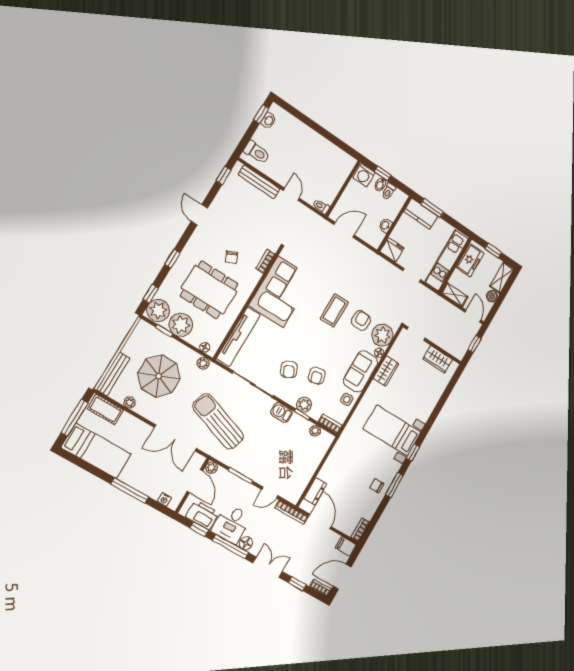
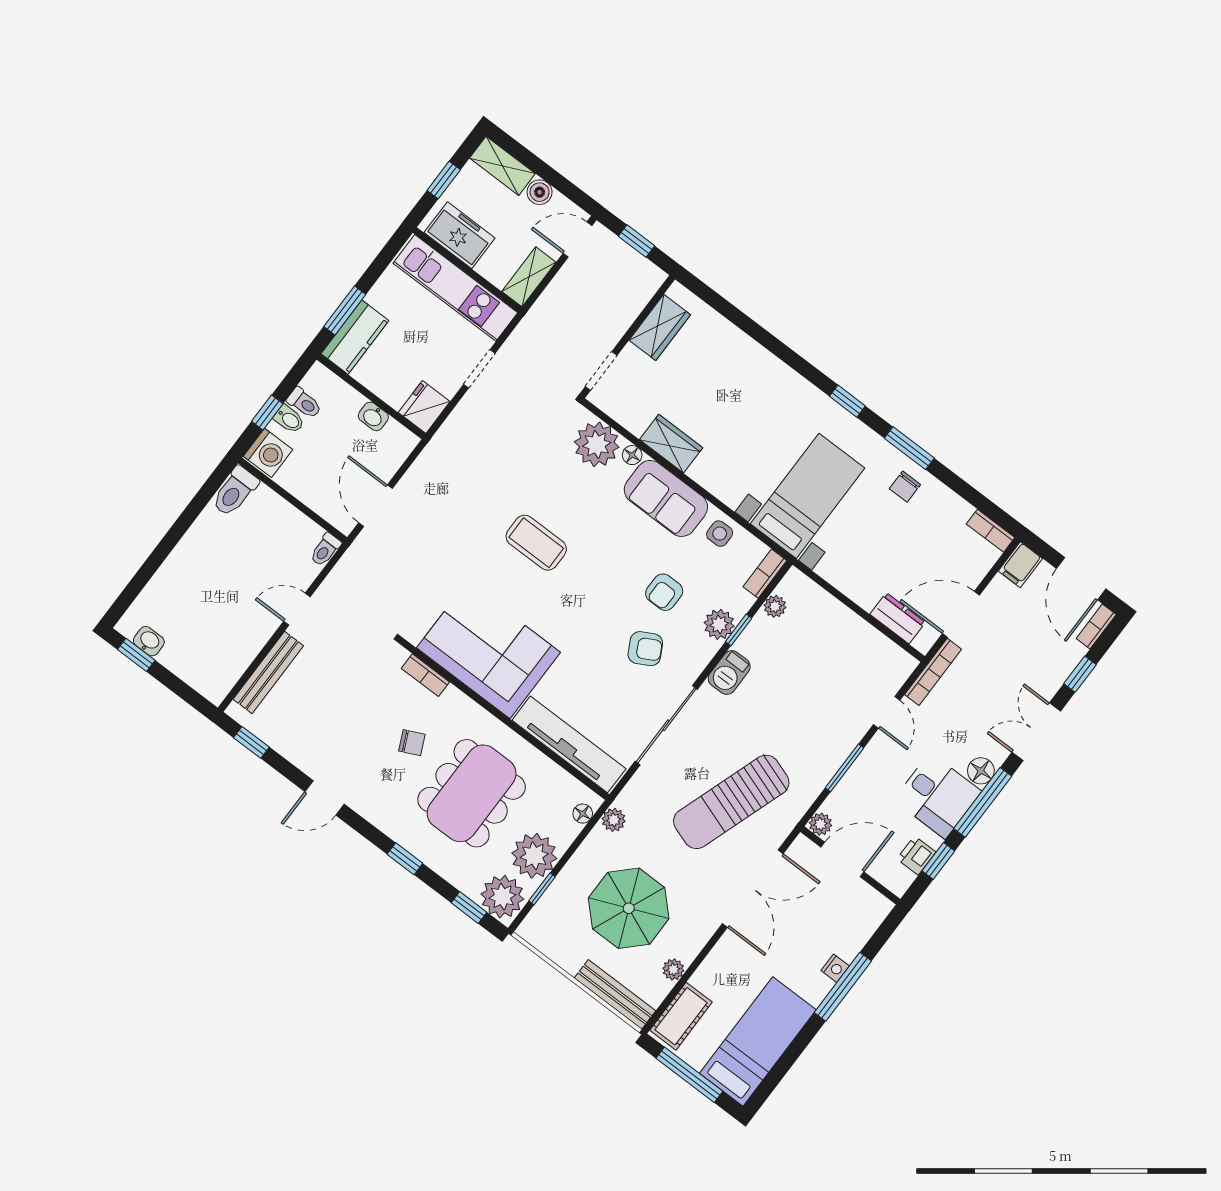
toilet: (257, 152) -> (235, 491), moved, turned 180
armchair: (361, 320) -> (562, 488), removed
armchair: (317, 376) -> (664, 592), turned 104
bed with nightstands: (392, 431) -> (808, 496), moved, turned 180
nightstand: (164, 499) -> (835, 968), moved
printer: (202, 515) -> (916, 856), width x0.53, depth x0.68

